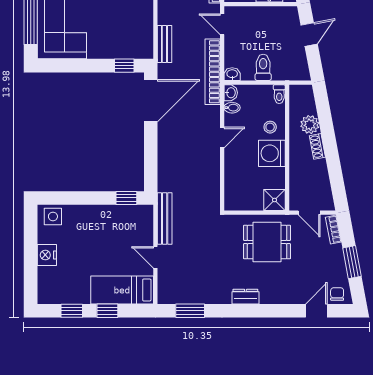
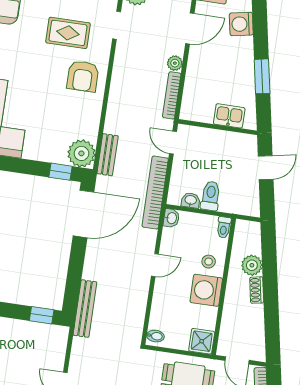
plant: (141, 46) -> (81, 153), added
washbasin: (232, 74) -> (191, 200), moved
bidet: (232, 108) -> (155, 336), moved
bench: (165, 218) -> (85, 309), moved

